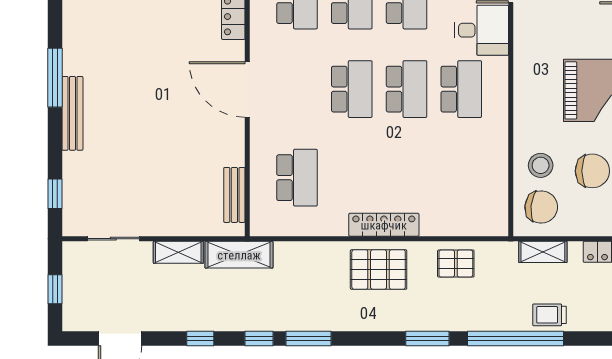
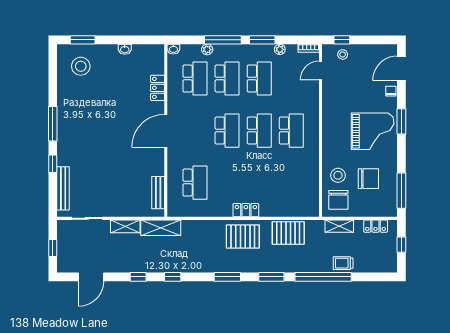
desk: (481, 30) -> (303, 96), removed
door: (247, 89) -> (166, 131), hinge flipped
bench: (72, 113) -> (63, 188), moved
window: (55, 194) -> (53, 164), moved
chair: (541, 207) -> (338, 200), turned 84
locker: (384, 225) -> (246, 210), width x0.66
pallet: (456, 264) -> (288, 233), width x1.50, depth x1.42
window: (308, 338) -> (227, 277), moved

